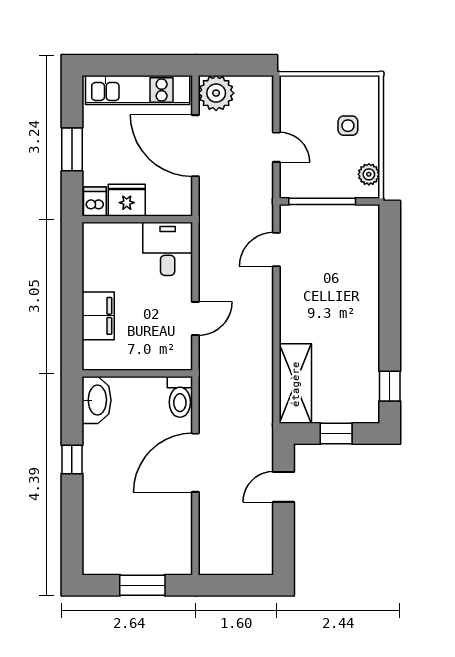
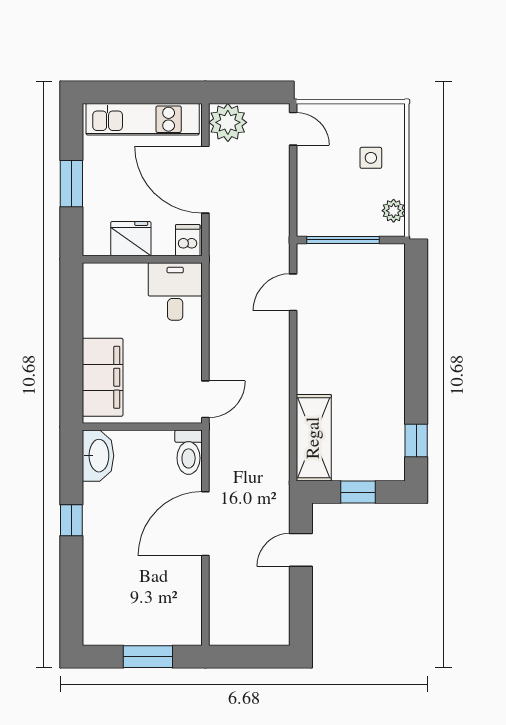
door: (276, 147) -> (293, 129), moved
dishwasher: (95, 201) -> (188, 240), moved
filing cabinet: (98, 316) -> (103, 377), width x1.50, depth x1.17
door: (195, 318) -> (205, 399), moved

